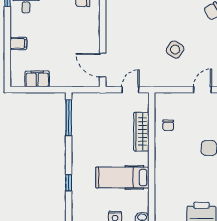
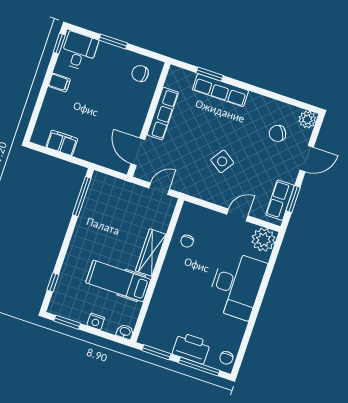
row of seats: (113, 27) -> (163, 114), added
filing cabinet: (18, 43) -> (59, 83), moved
wardrobe: (141, 132) -> (151, 253), moved
window: (69, 183) -> (53, 282), moved

